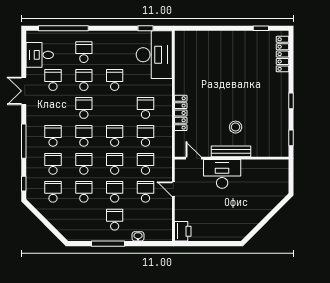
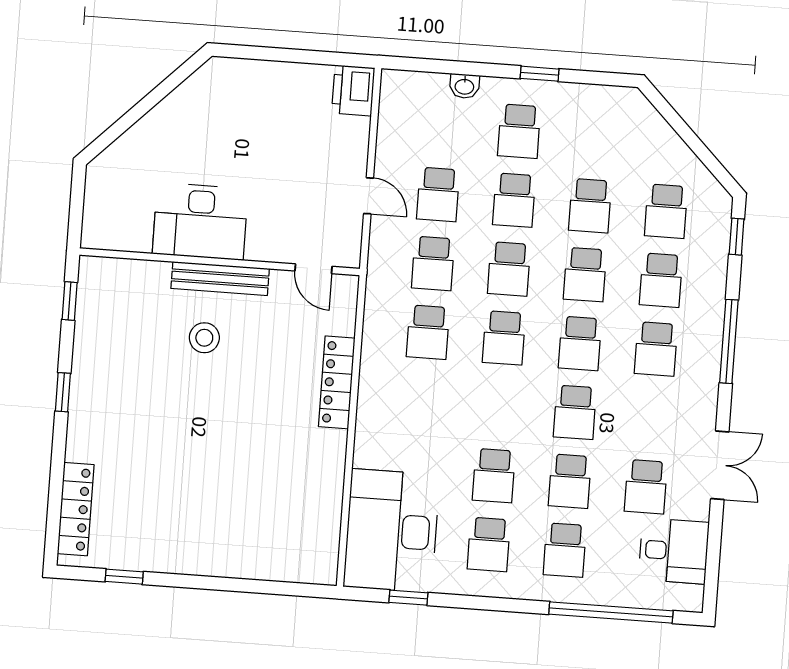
school desk: (145, 108) -> (489, 544), moved
desk: (222, 174) -> (200, 221), moved
window: (108, 244) -> (540, 74), width x0.46

